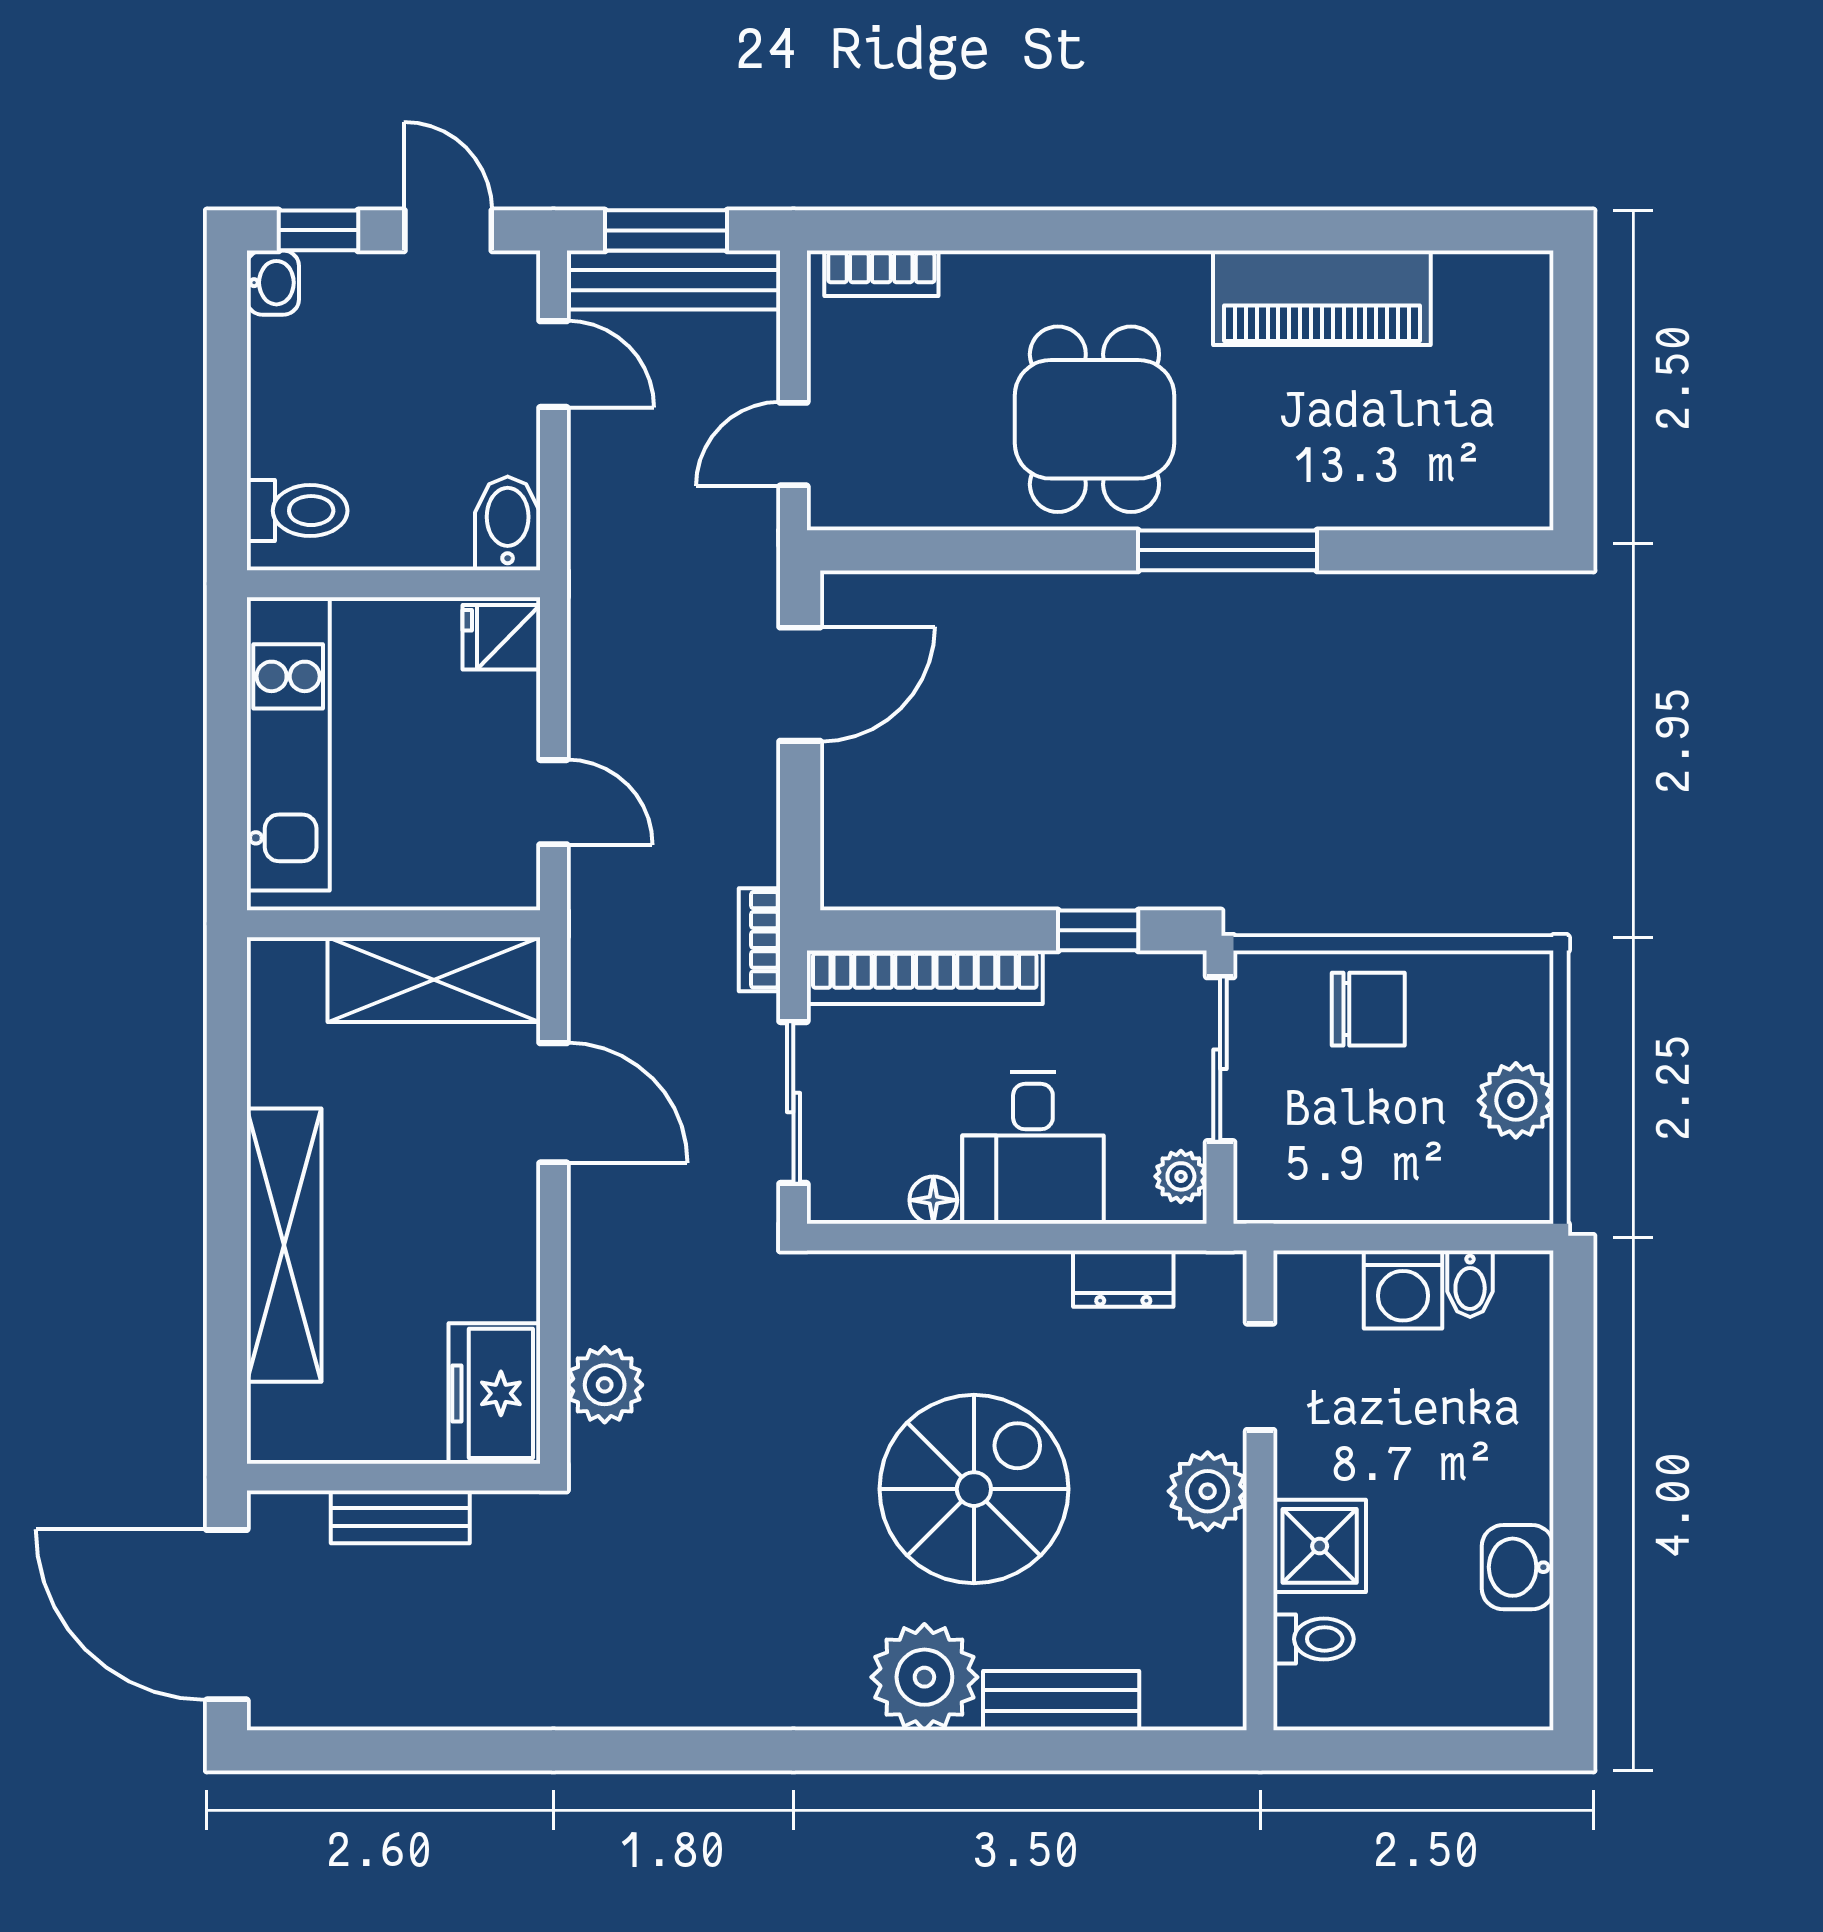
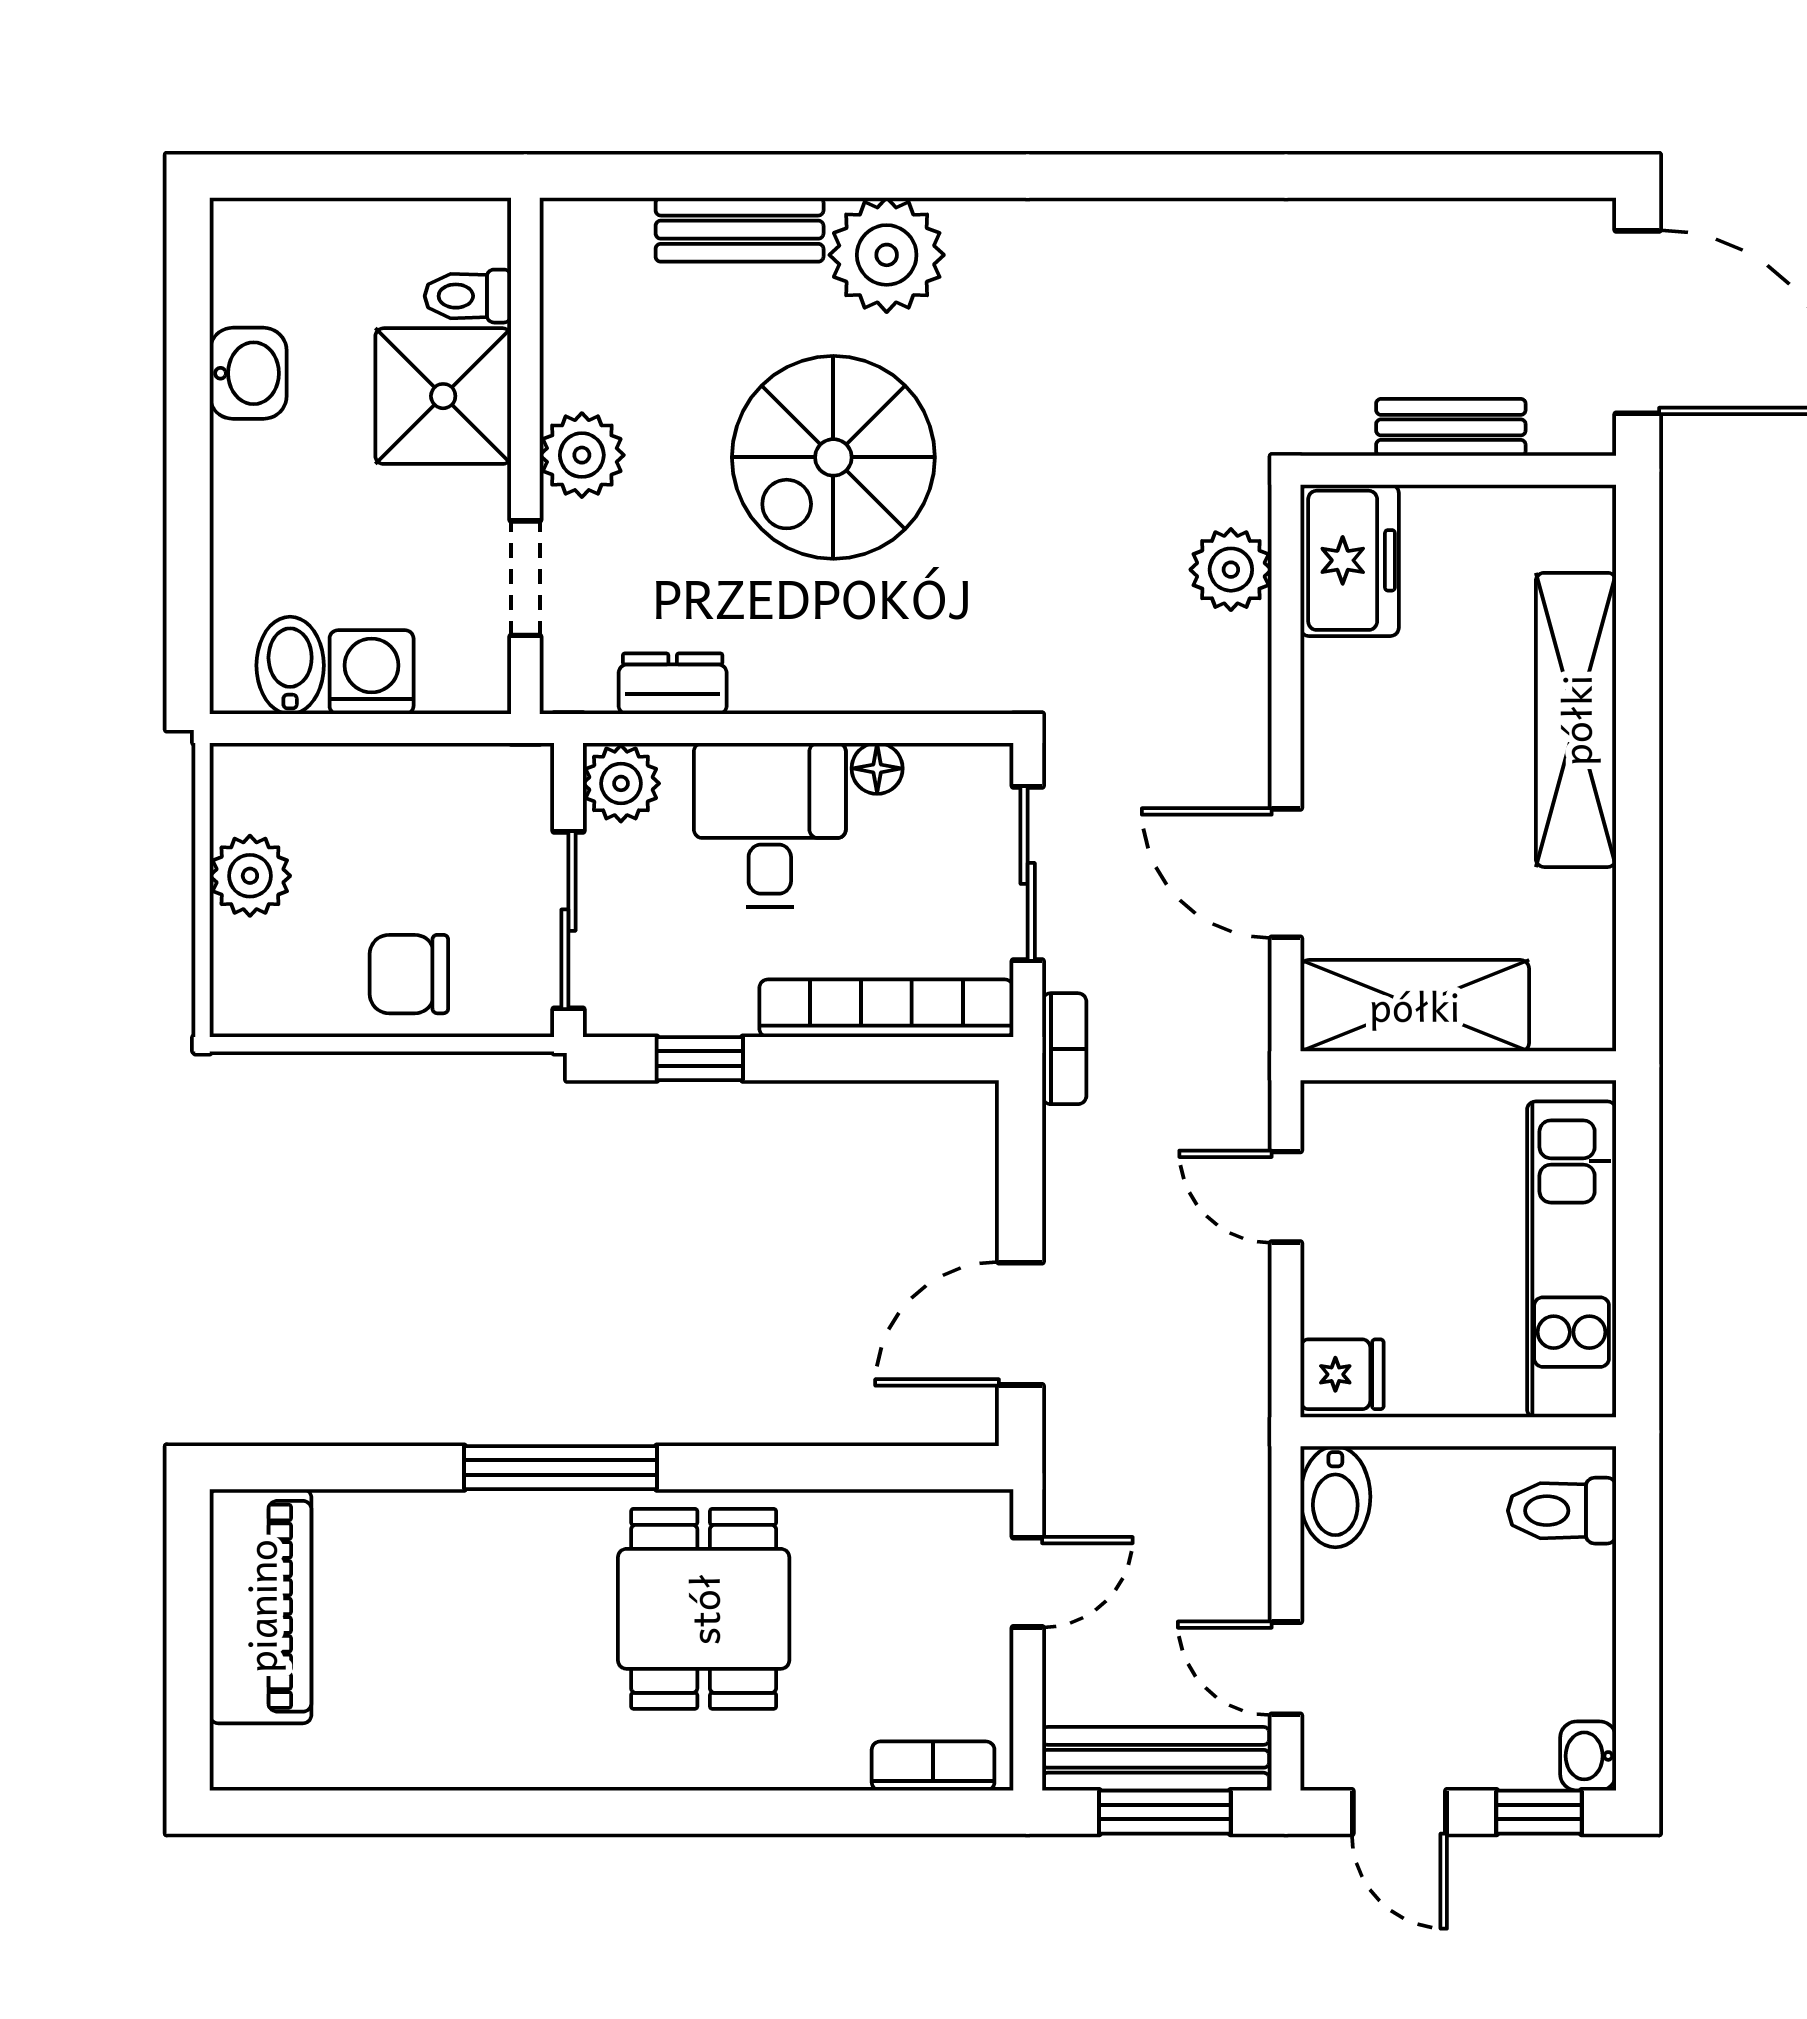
piano: (1322, 298) -> (261, 1606), moved, turned 90
plant: (1181, 1176) -> (621, 783), width x1.38, depth x1.38
bidet: (1470, 1284) -> (290, 665), width x1.38, depth x1.36
shower: (1320, 1546) -> (443, 396), width x1.36, depth x1.36

